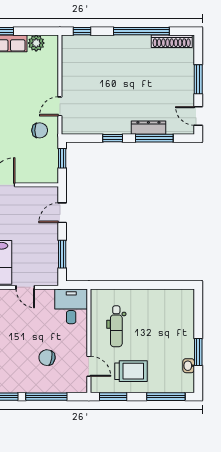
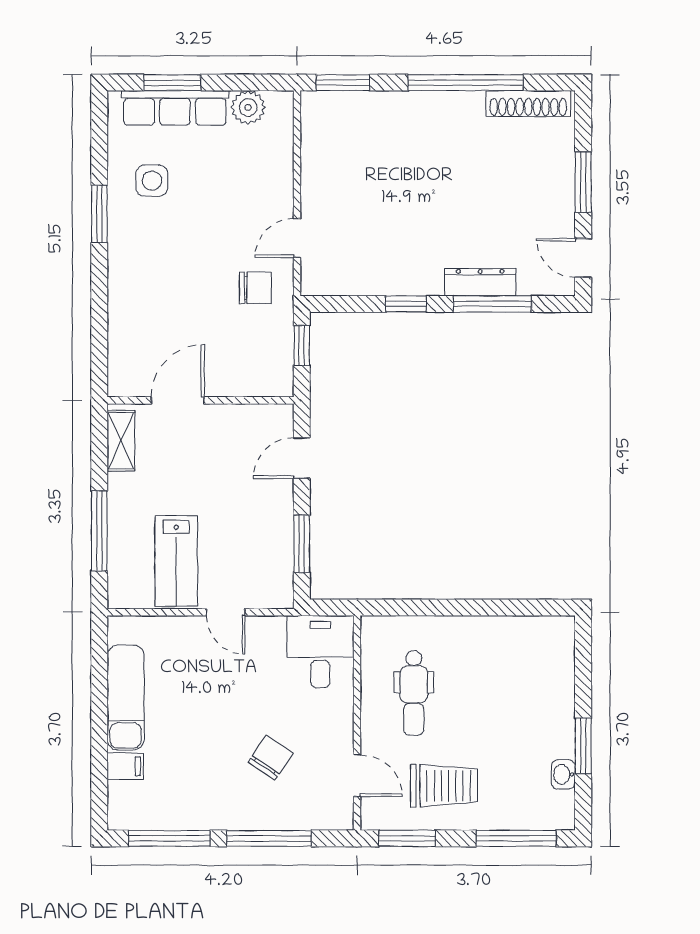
window: (82, 31) -> (343, 83), width x1.50
chair: (47, 358) -> (270, 758), turned 114

